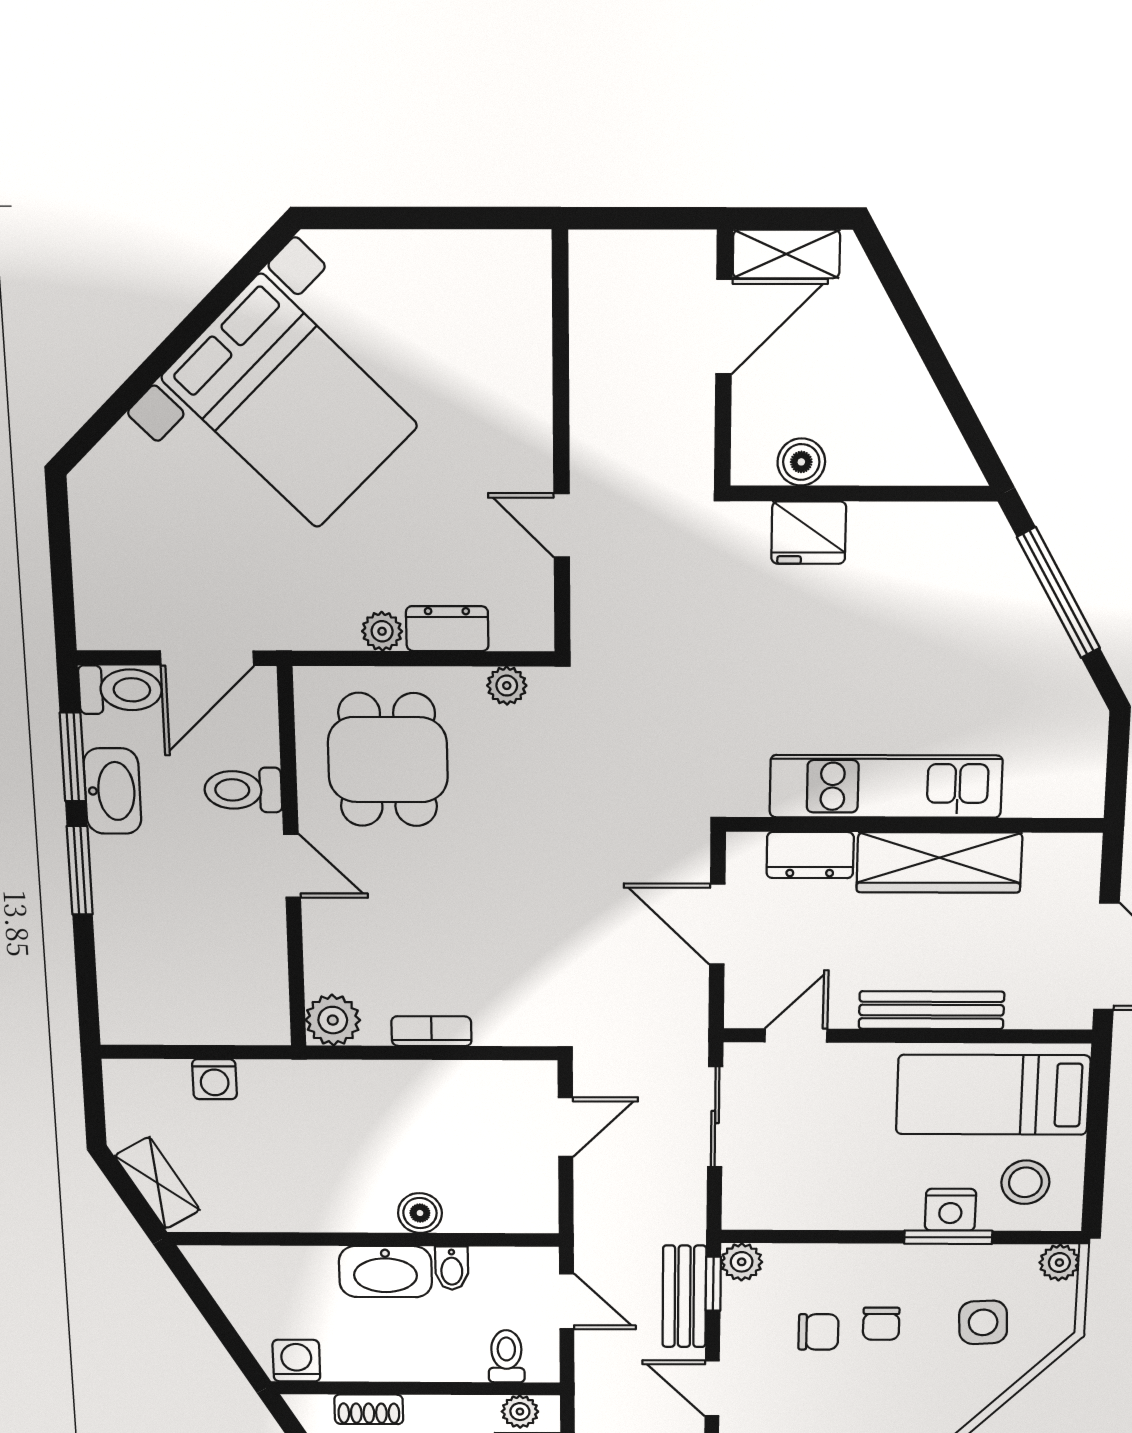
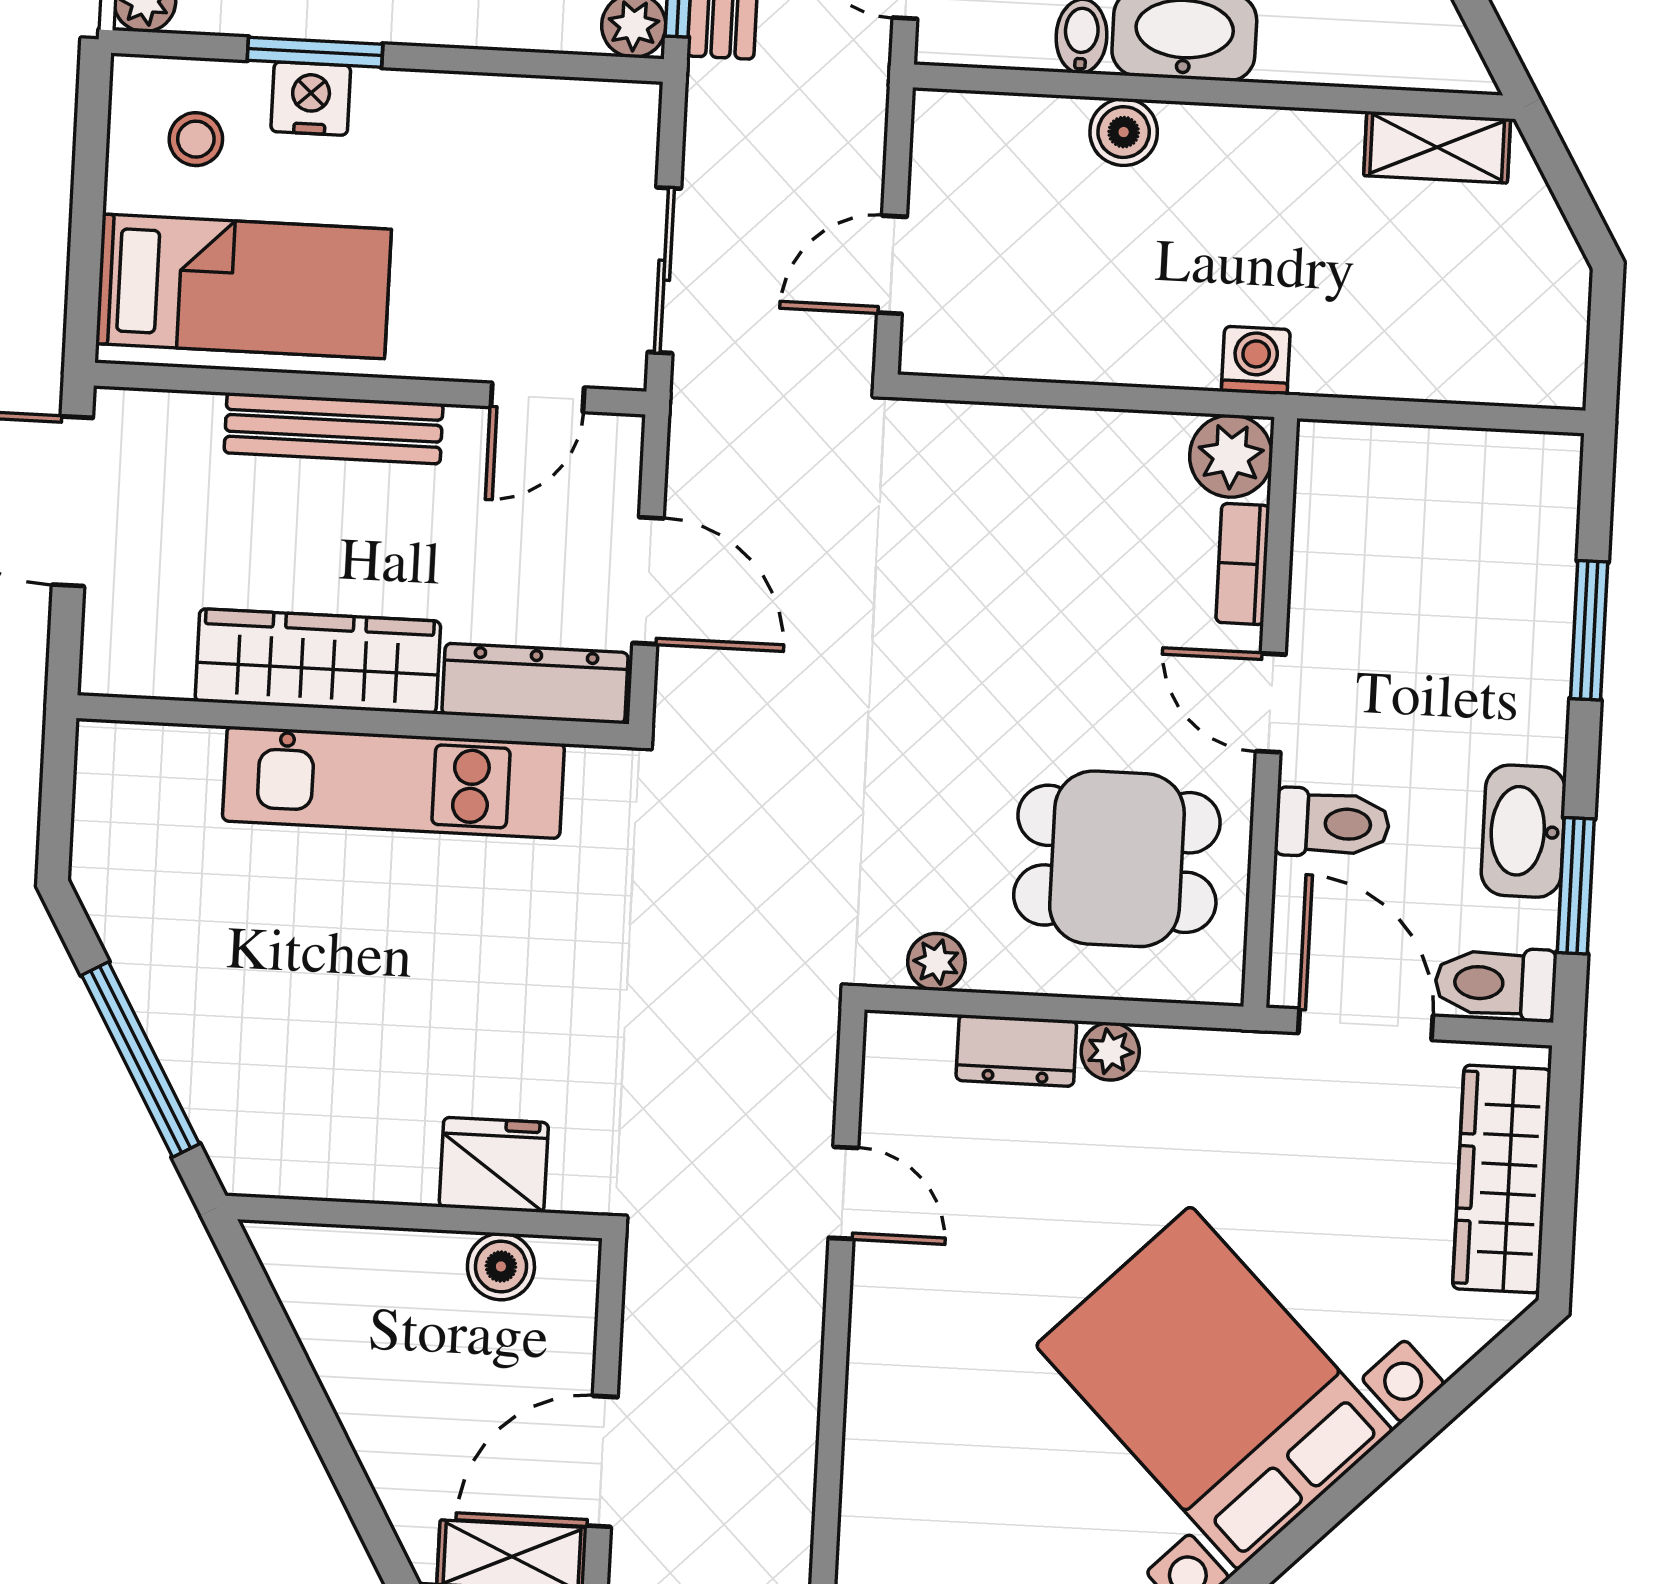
wardrobe: (102, 558) -> (1502, 1179), added
door: (207, 658) -> (1366, 1024), hinge flipped
dining table: (388, 760) -> (1117, 859), turned 90
dresser: (810, 855) -> (535, 683), width x1.44
window: (80, 870) -> (1589, 630), moved
bookcase: (431, 1031) -> (1243, 564), moved, turned 90
washing machine: (214, 1079) -> (1256, 360), moved
stool: (1025, 1182) -> (196, 139), width x0.73, depth x0.73
shelving: (157, 1183) -> (1437, 147), moved, turned -60

